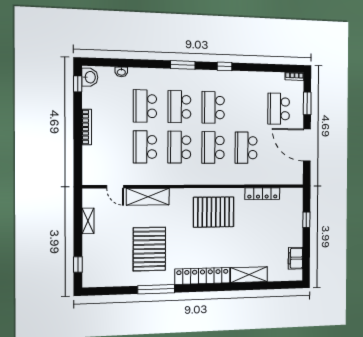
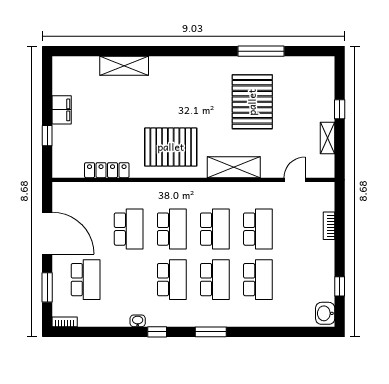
washbasin: (121, 72) -> (138, 321), moved
window: (78, 84) -> (340, 286), moved
bookcase: (87, 127) -> (329, 226), moved, width x0.64
door: (115, 187) -> (295, 180), hinge flipped
shelving: (148, 197) -> (234, 167), moved
filing cabinet: (295, 258) -> (62, 110), moved
window: (78, 265) -> (340, 109), moved
locker: (202, 276) -> (185, 66), removed
window: (156, 289) -> (261, 51), moved

